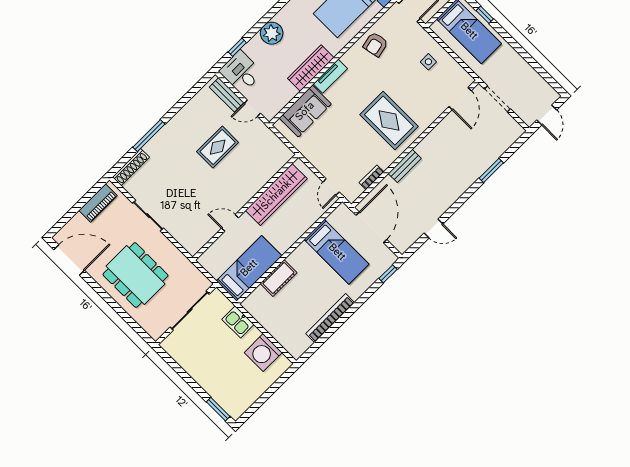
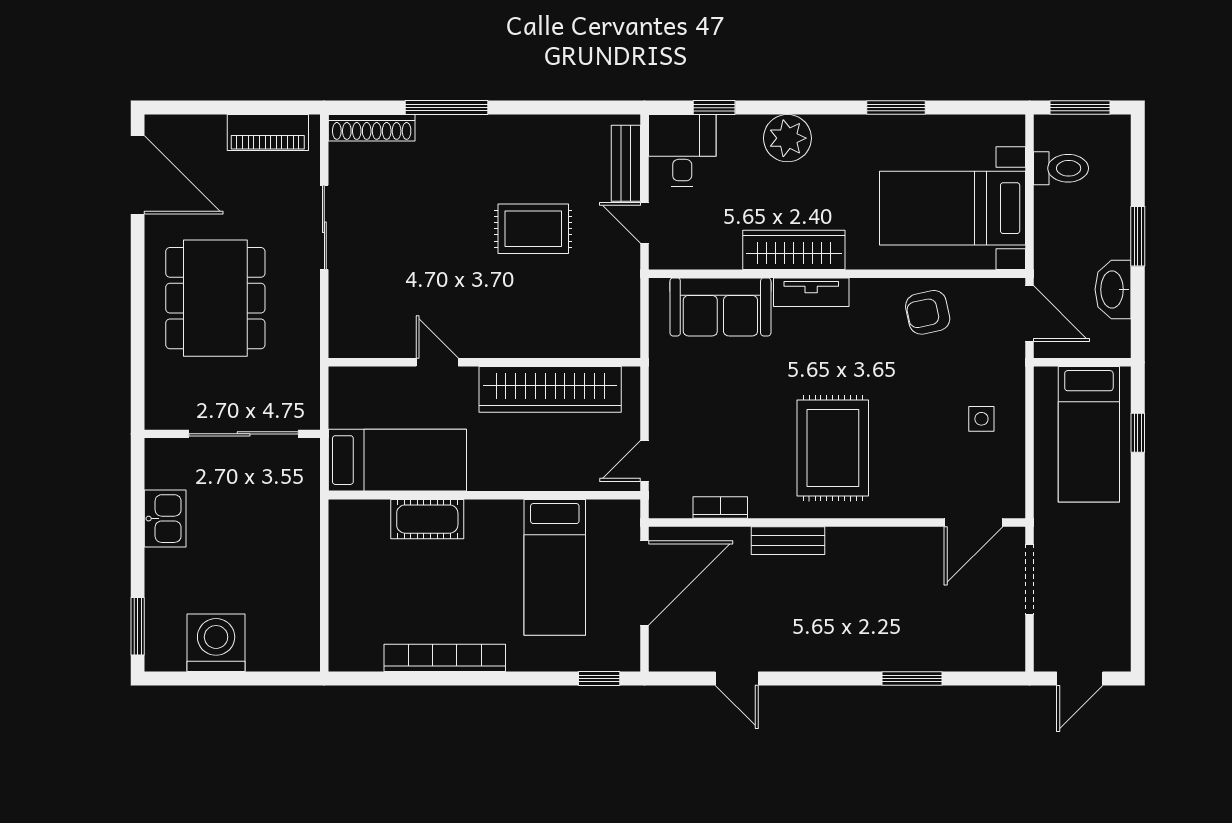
kitchen sink: (238, 322) -> (165, 519), moved, turned 180
washing machine: (263, 353) -> (216, 643), moved, turned 90

